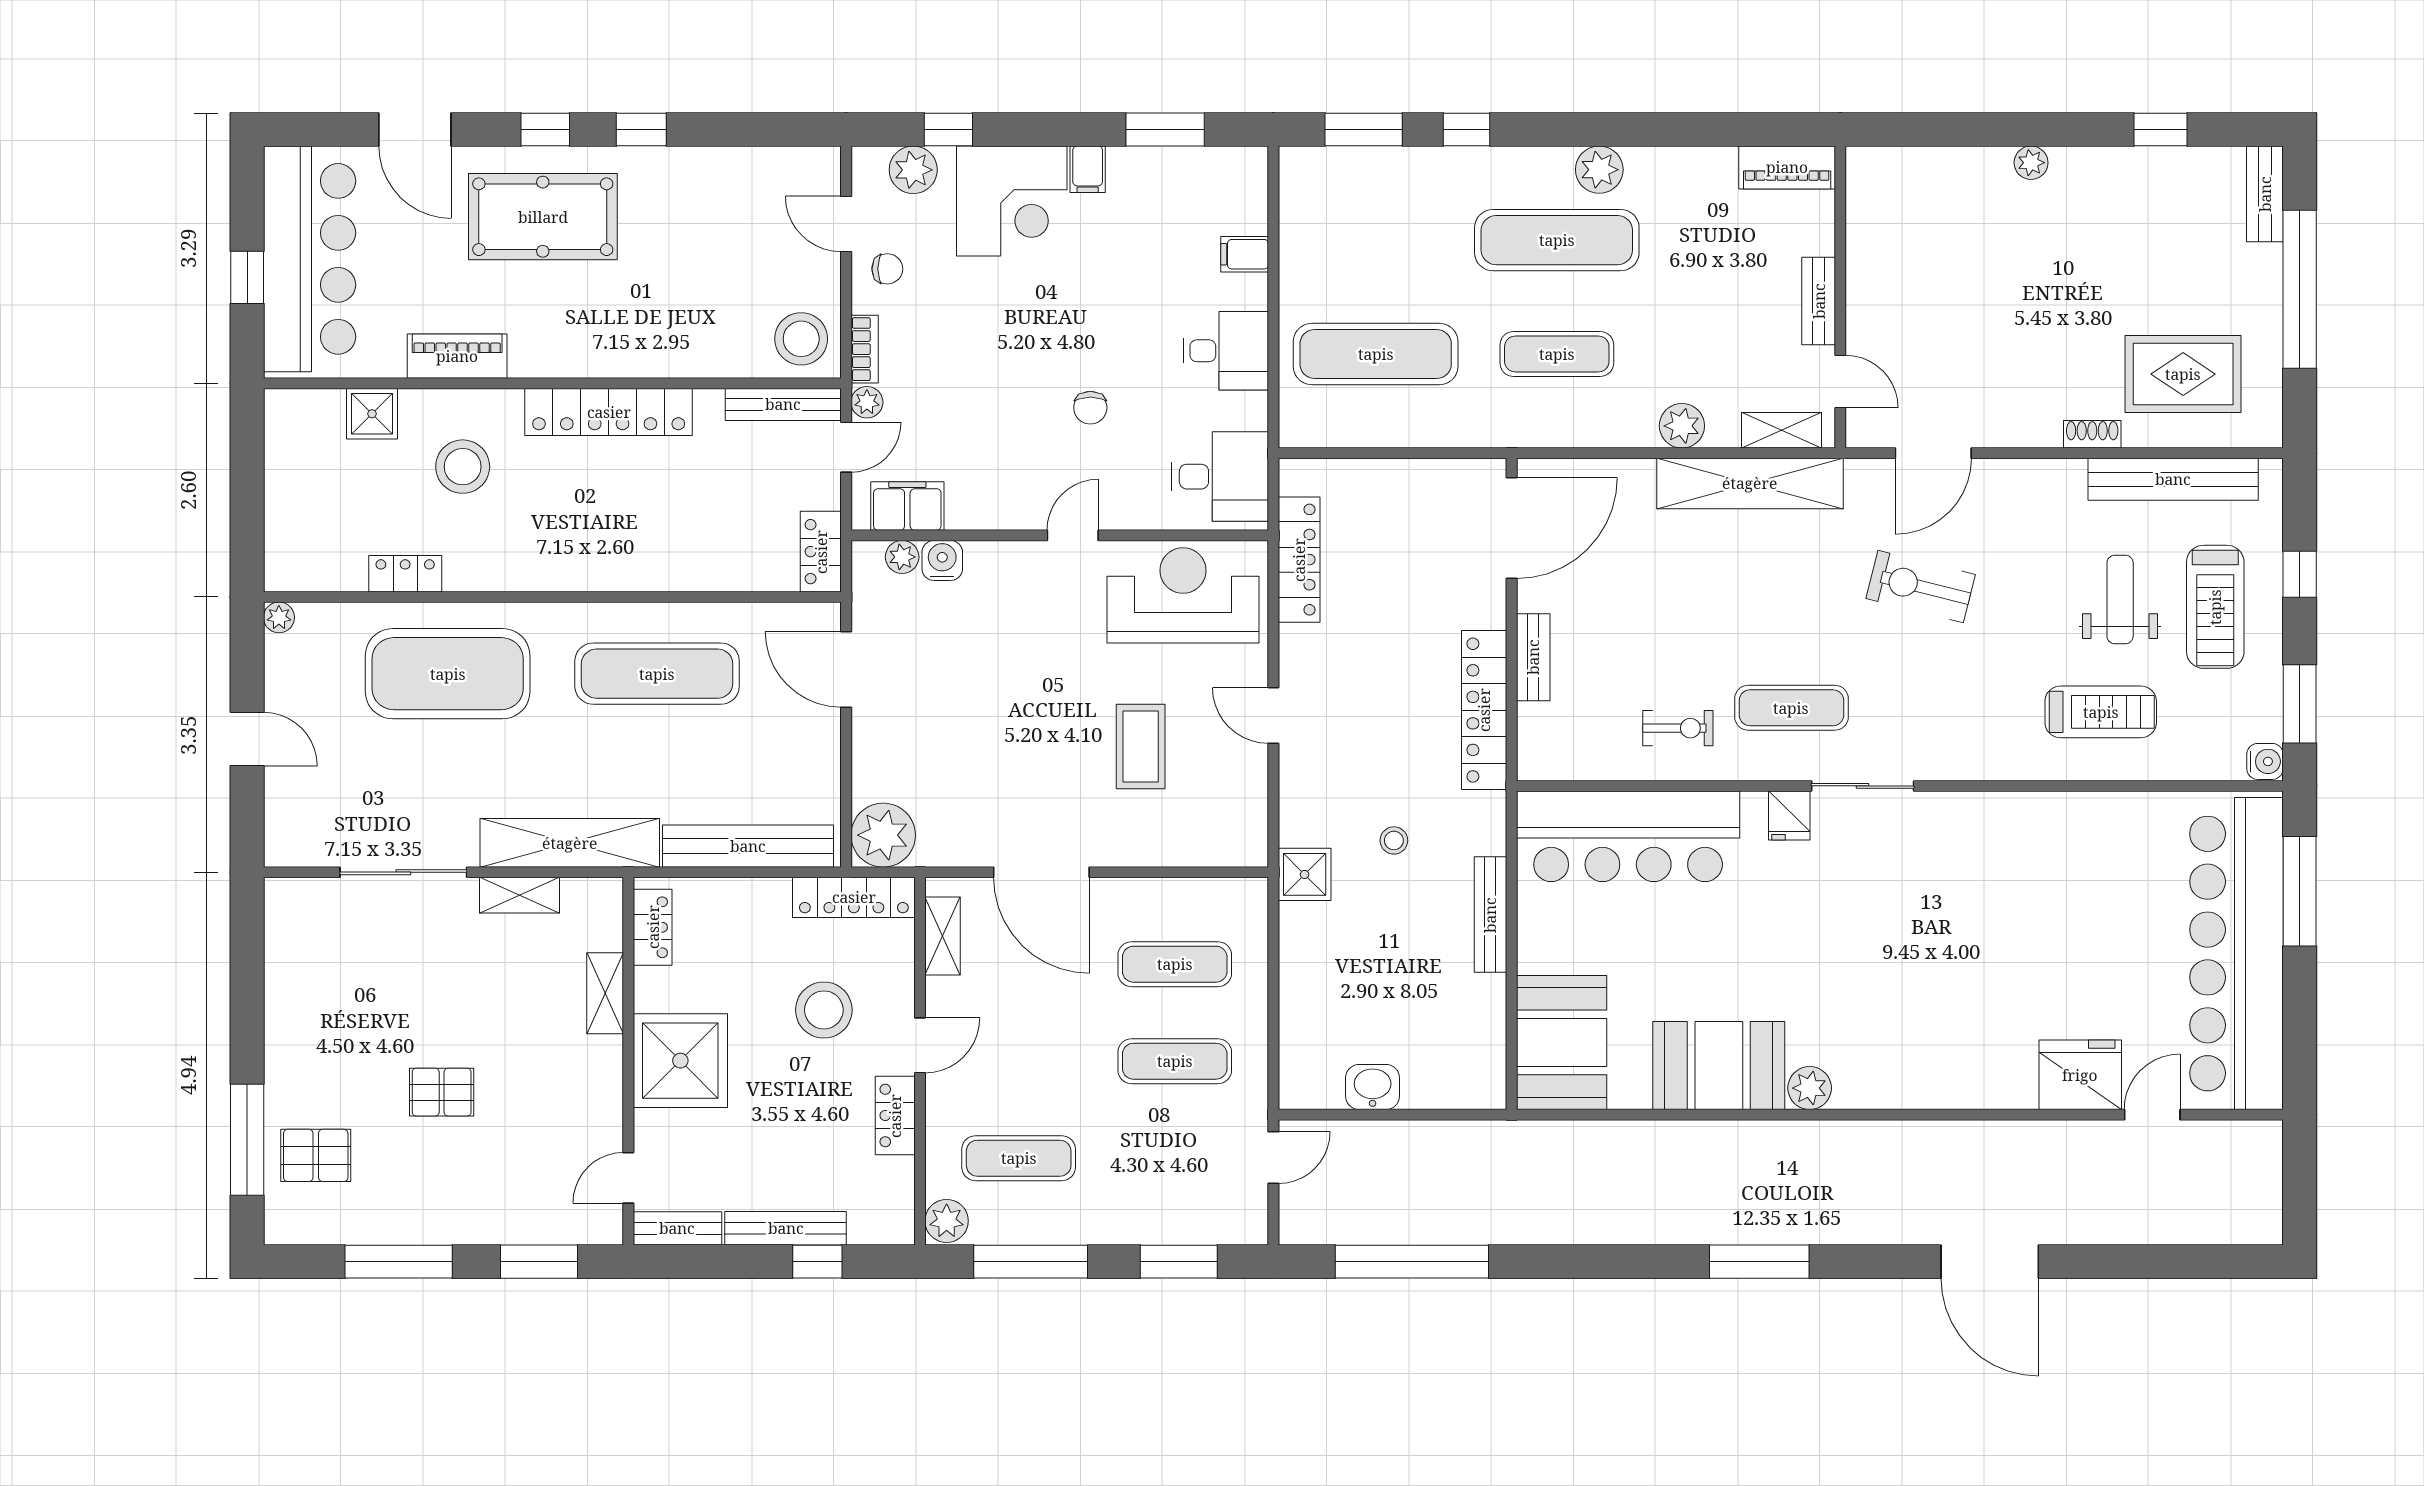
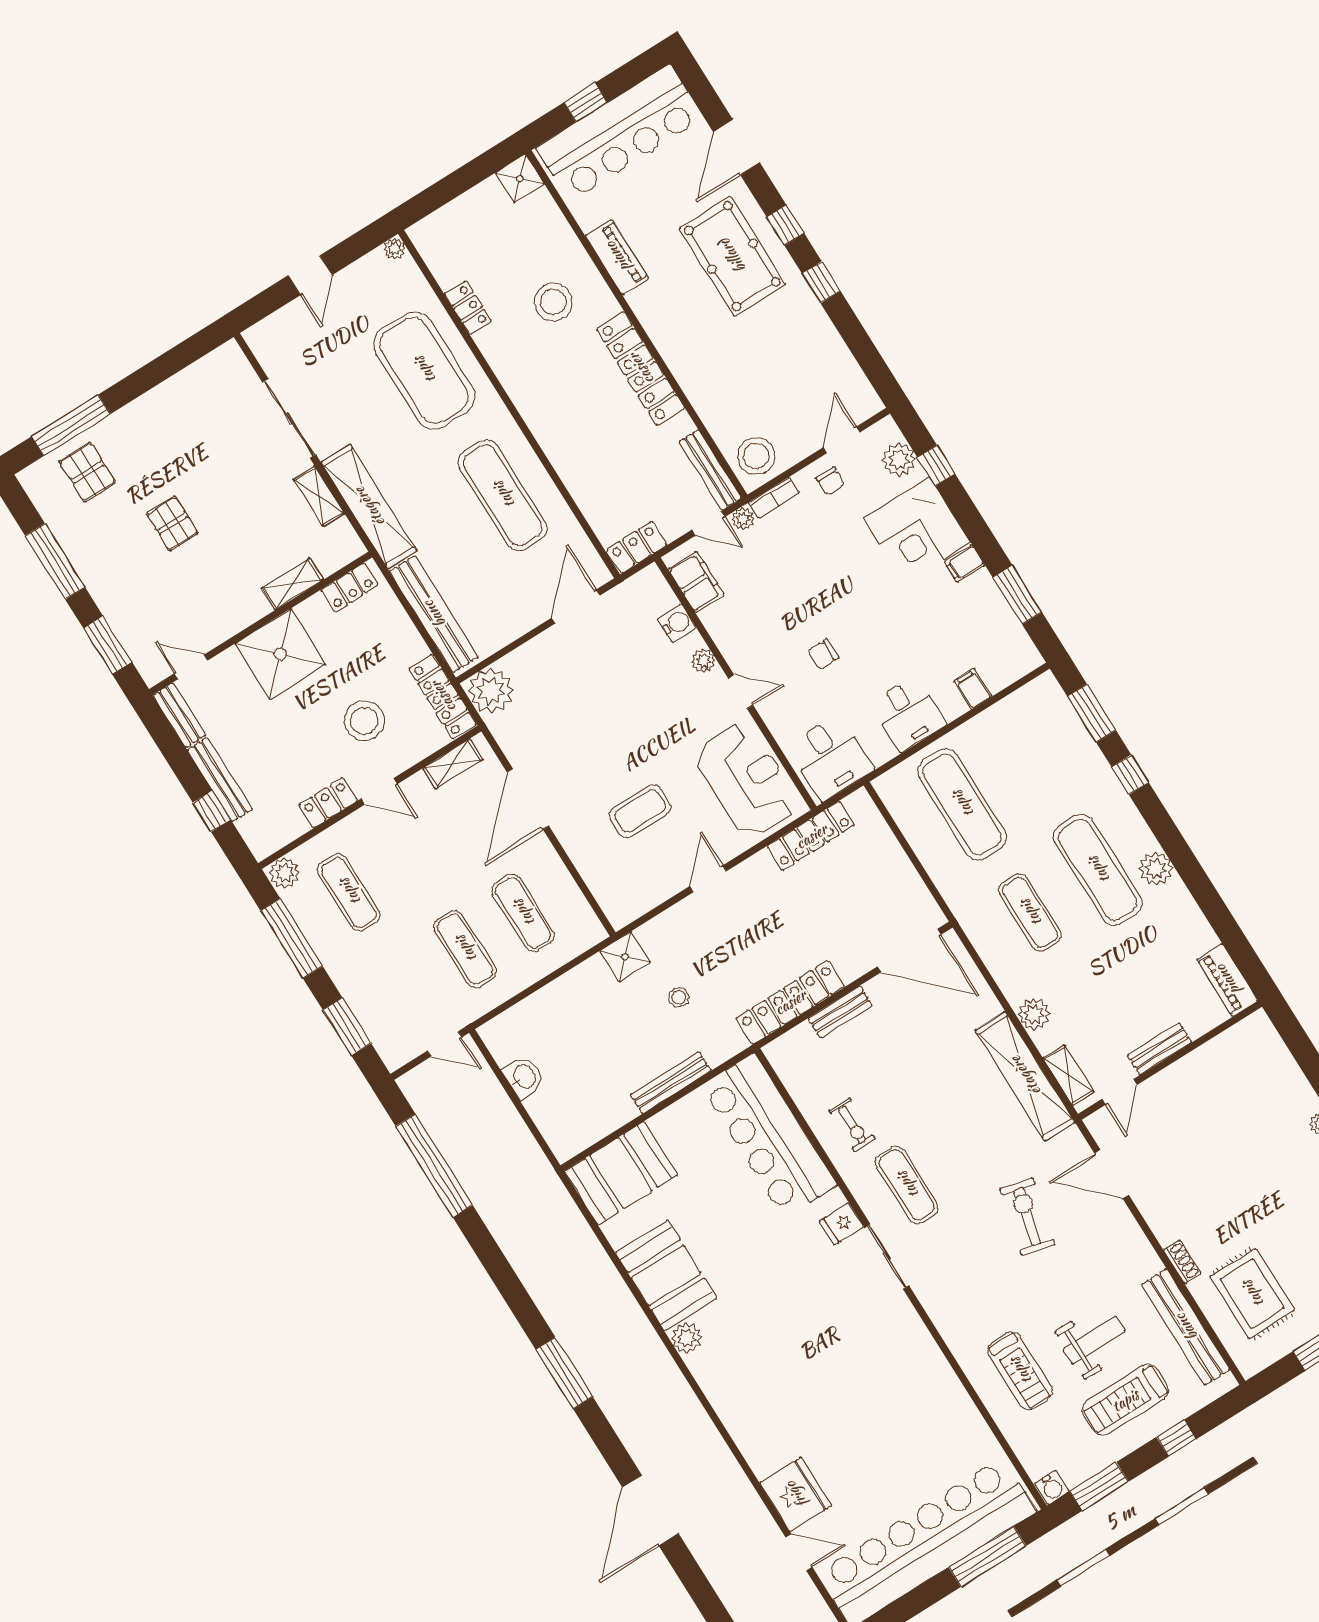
shower: (372, 414) -> (520, 179), moved
plant: (902, 557) -> (703, 661), moved

